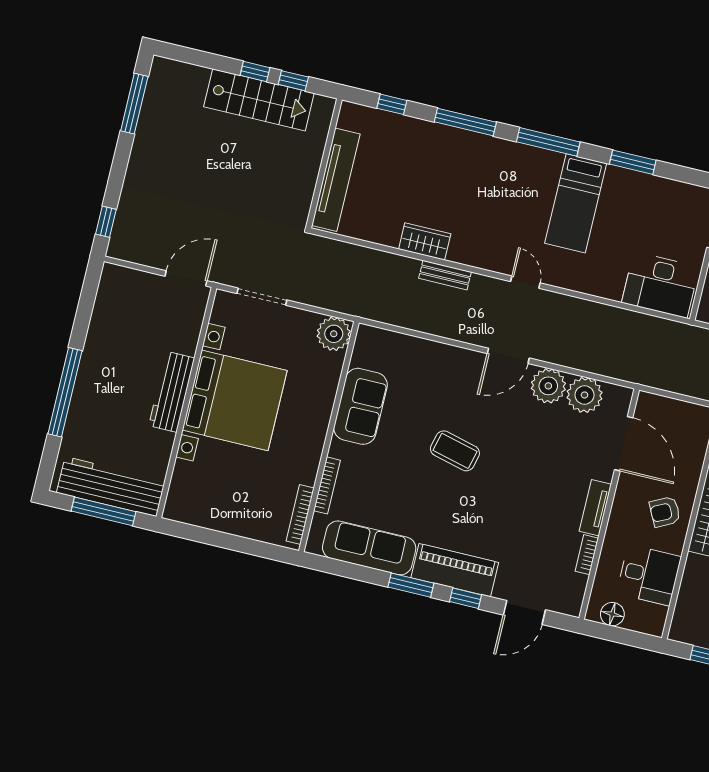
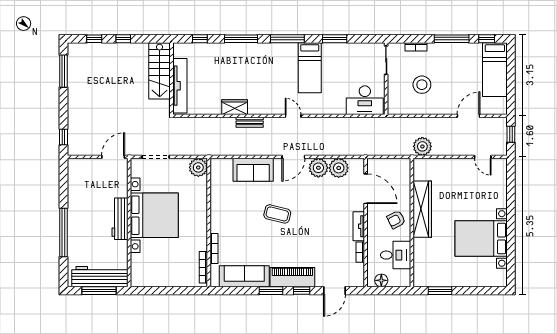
window: (293, 81) -> (94, 39), moved
stairs: (259, 100) -> (160, 71), moved, turned 90
sofa: (360, 406) -> (253, 170), moved, turned 90

